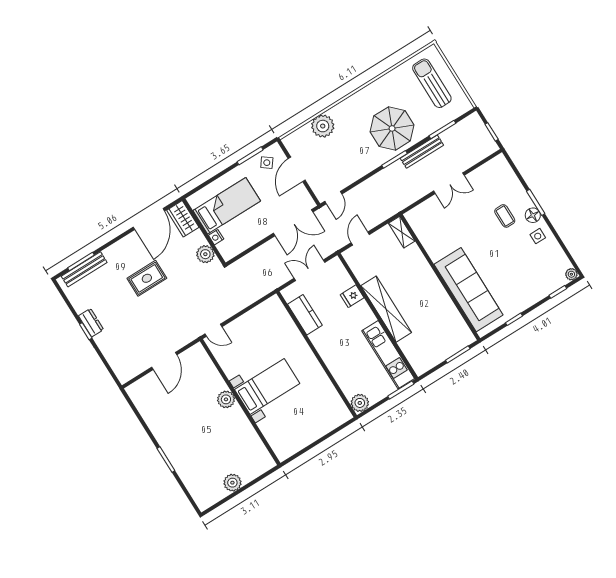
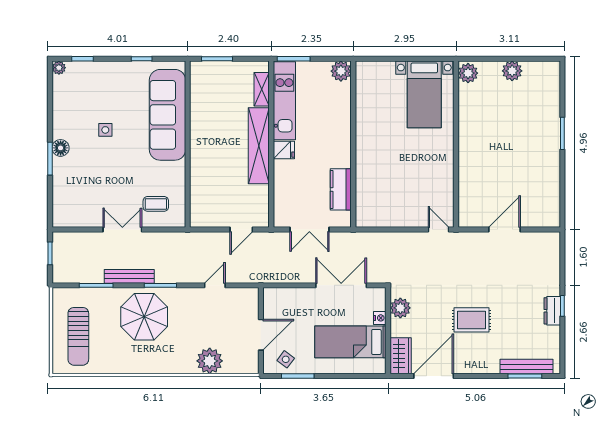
door: (333, 198) -> (215, 285), moved
coffee table: (505, 216) -> (156, 204), moved, turned 90
double door: (293, 223) -> (341, 285), moved
shelving: (402, 232) -> (262, 89), moved
side table: (538, 236) -> (105, 130), moved
fridge: (352, 296) -> (284, 150), moved
bed with nightstands: (267, 386) -> (424, 94), moved, turned -90
plant: (226, 399) -> (468, 73), moved

